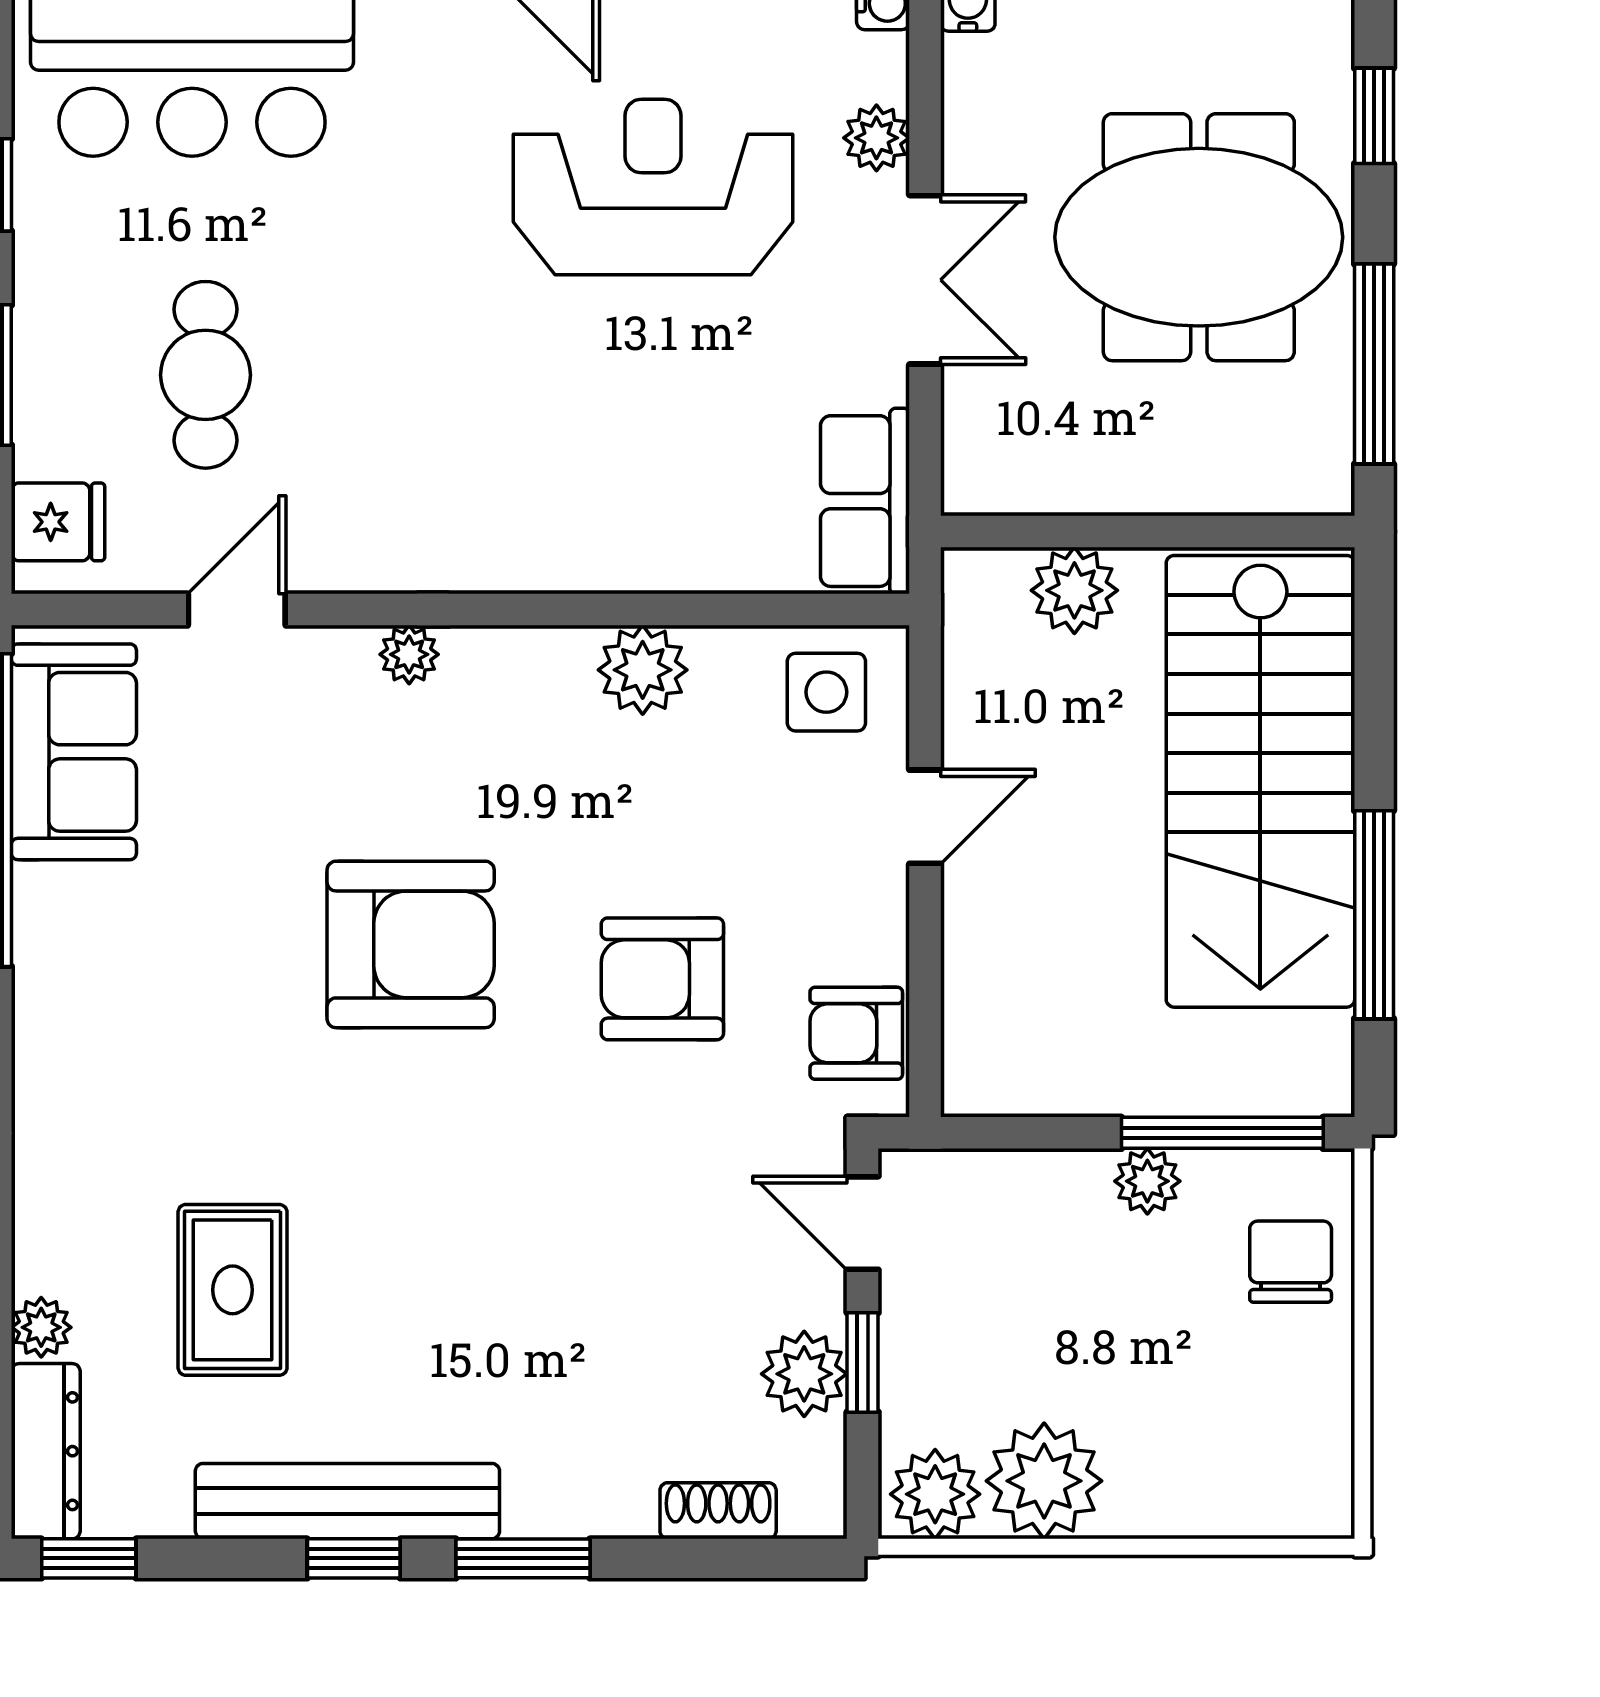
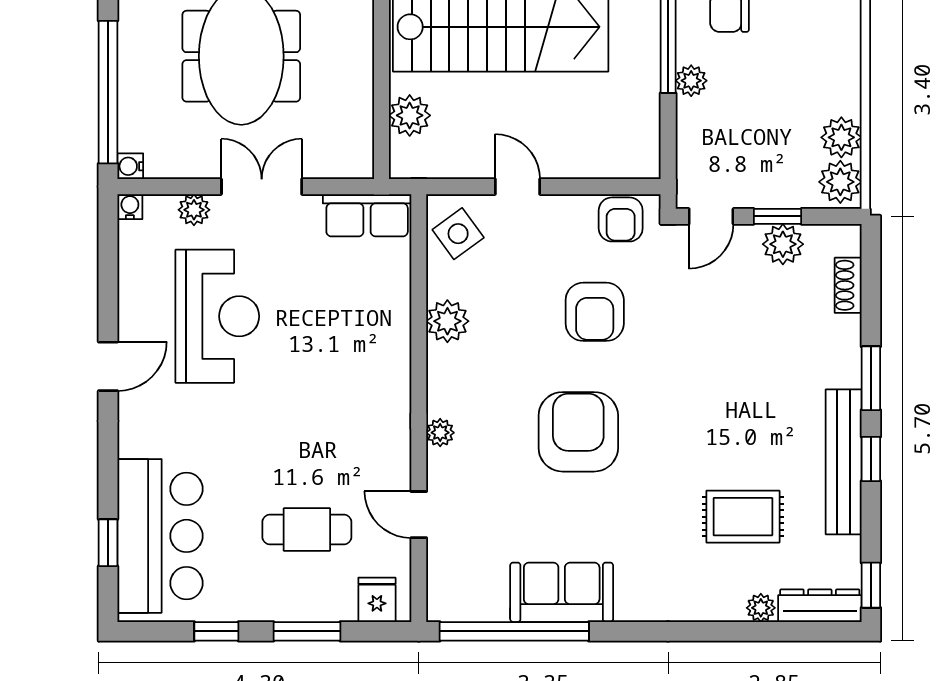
reception desk: (653, 187) -> (217, 316), turned 180
side table: (826, 692) -> (458, 234), turned -36
sofa: (74, 752) -> (562, 592), moved
plant: (1044, 1481) -> (841, 137), width x0.73, depth x0.73

